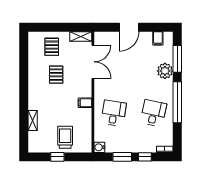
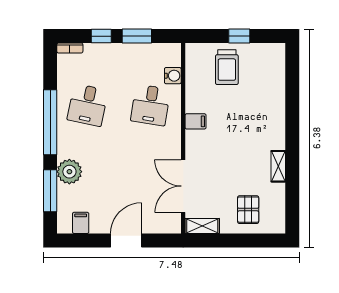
pallet: (56, 75) -> (241, 166), removed
shelving: (33, 121) -> (278, 166), moved
water cooler: (99, 147) -> (173, 76), moved

